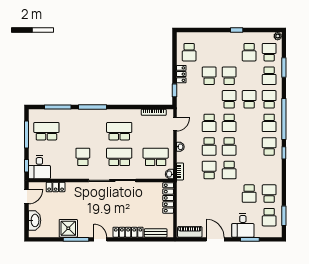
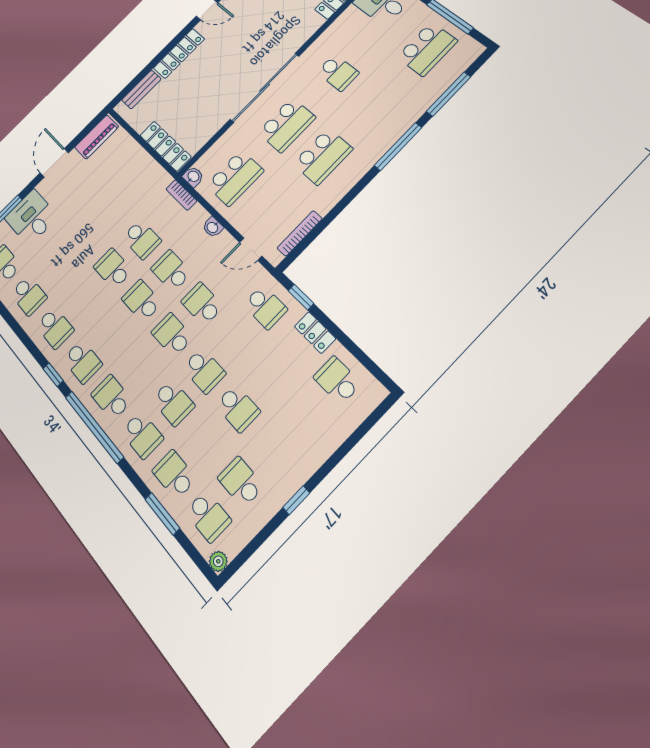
school desk: (209, 76) -> (265, 307), moved
door: (175, 124) -> (251, 249), hinge flipped
school desk: (249, 194) -> (55, 328), moved, turned 180
door: (215, 239) -> (54, 163), swing flipped

